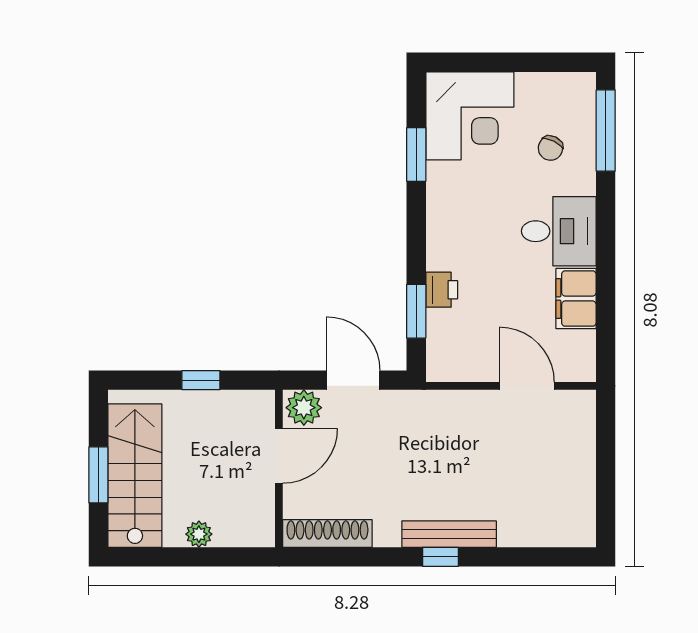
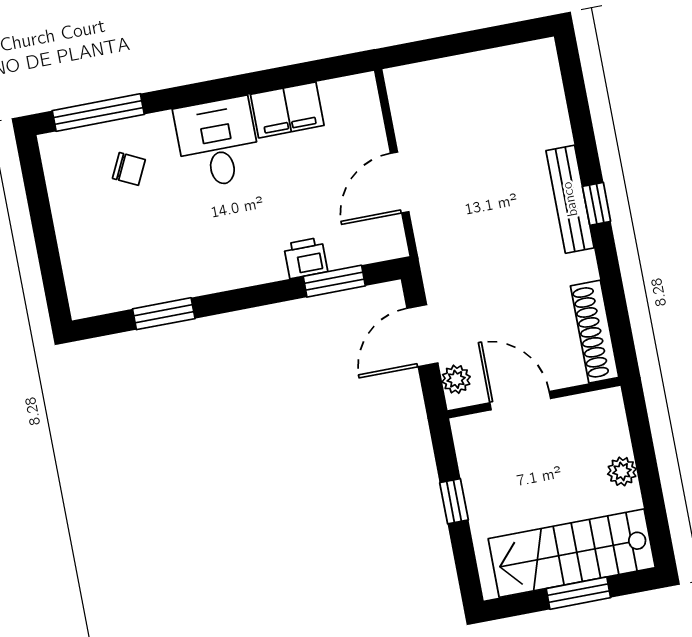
corner desk: (470, 116) -> (111, 263), removed
door: (527, 386) -> (400, 182), moved
plant: (304, 408) -> (456, 379), width x0.73, depth x0.73

